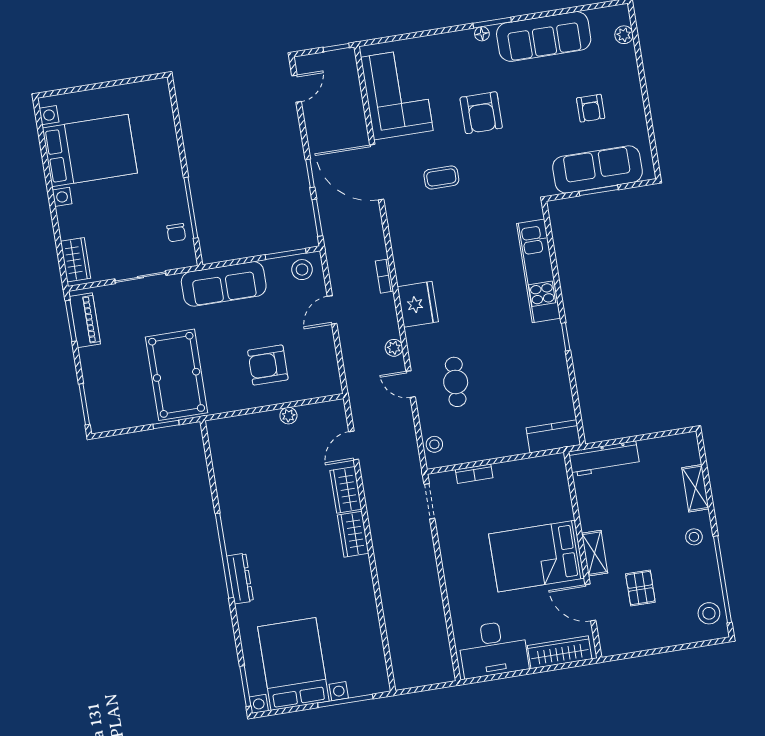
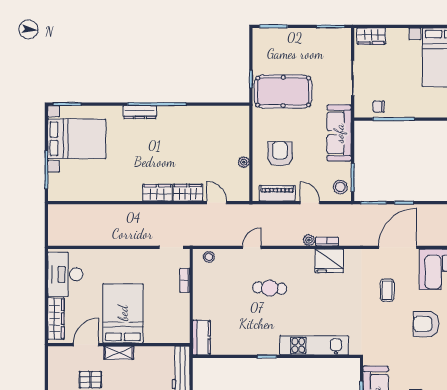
fridge: (418, 304) -> (329, 261), moved
piano: (85, 320) -> (277, 193), moved, turned 180
plant: (394, 348) -> (309, 240), moved
cafe table: (456, 382) -> (270, 288), moved

